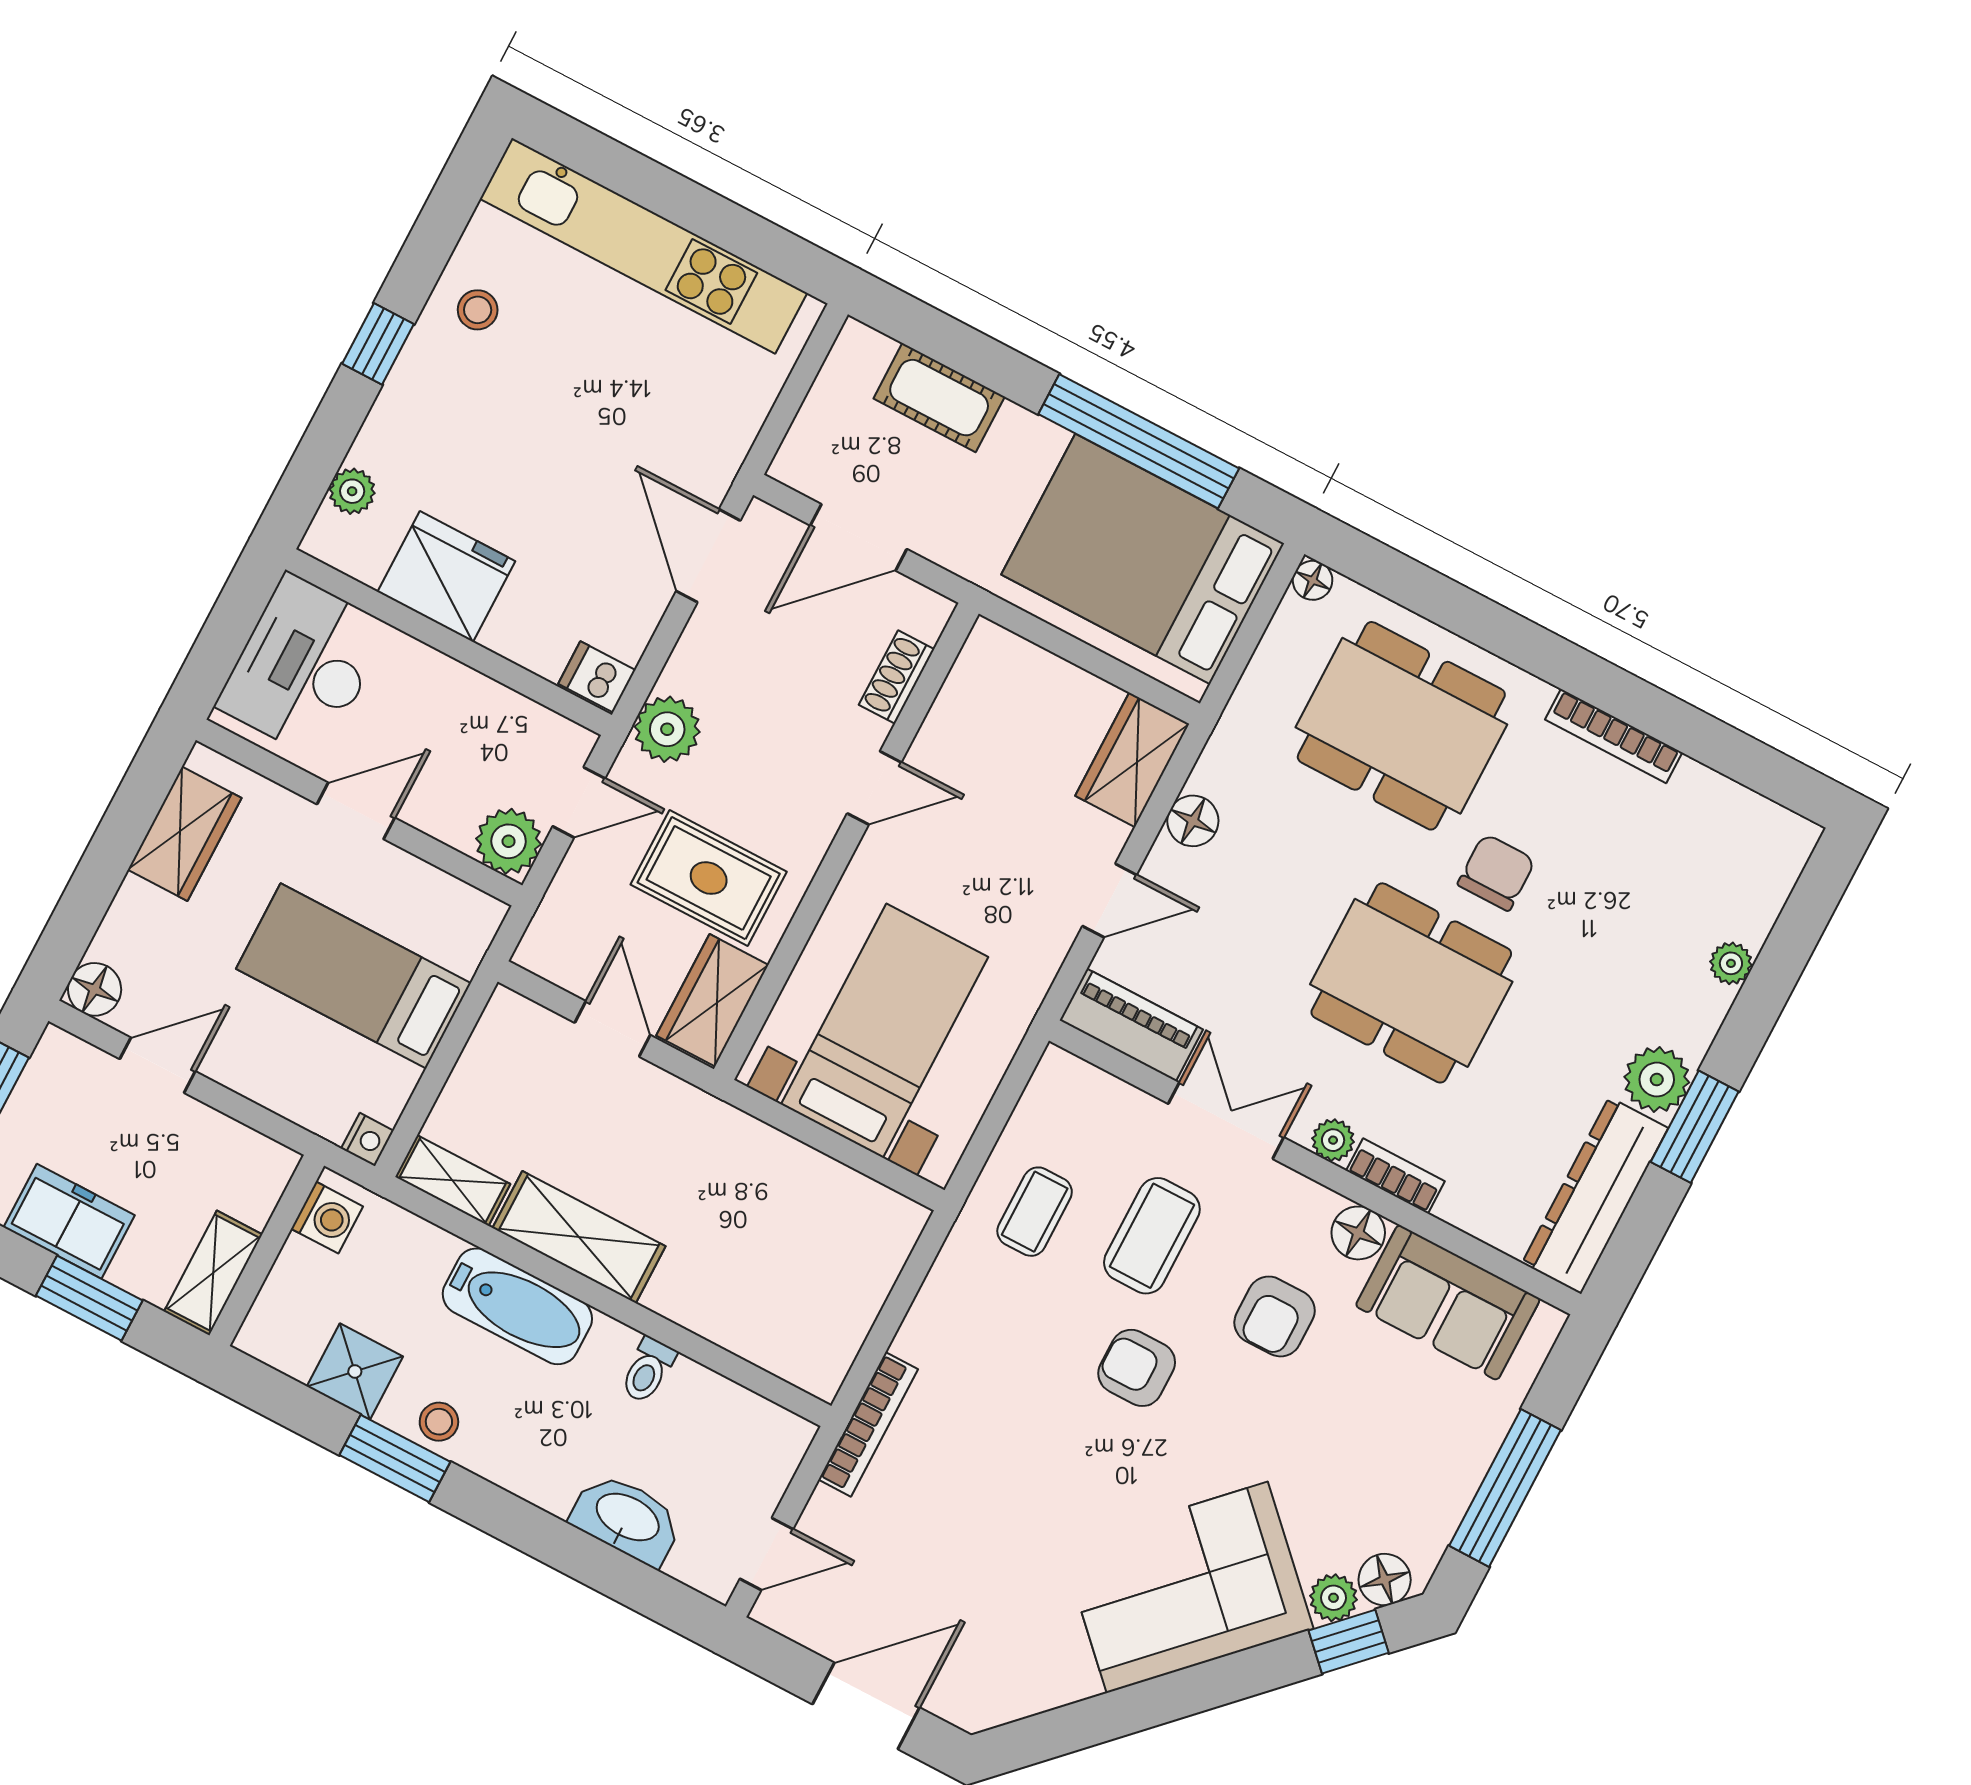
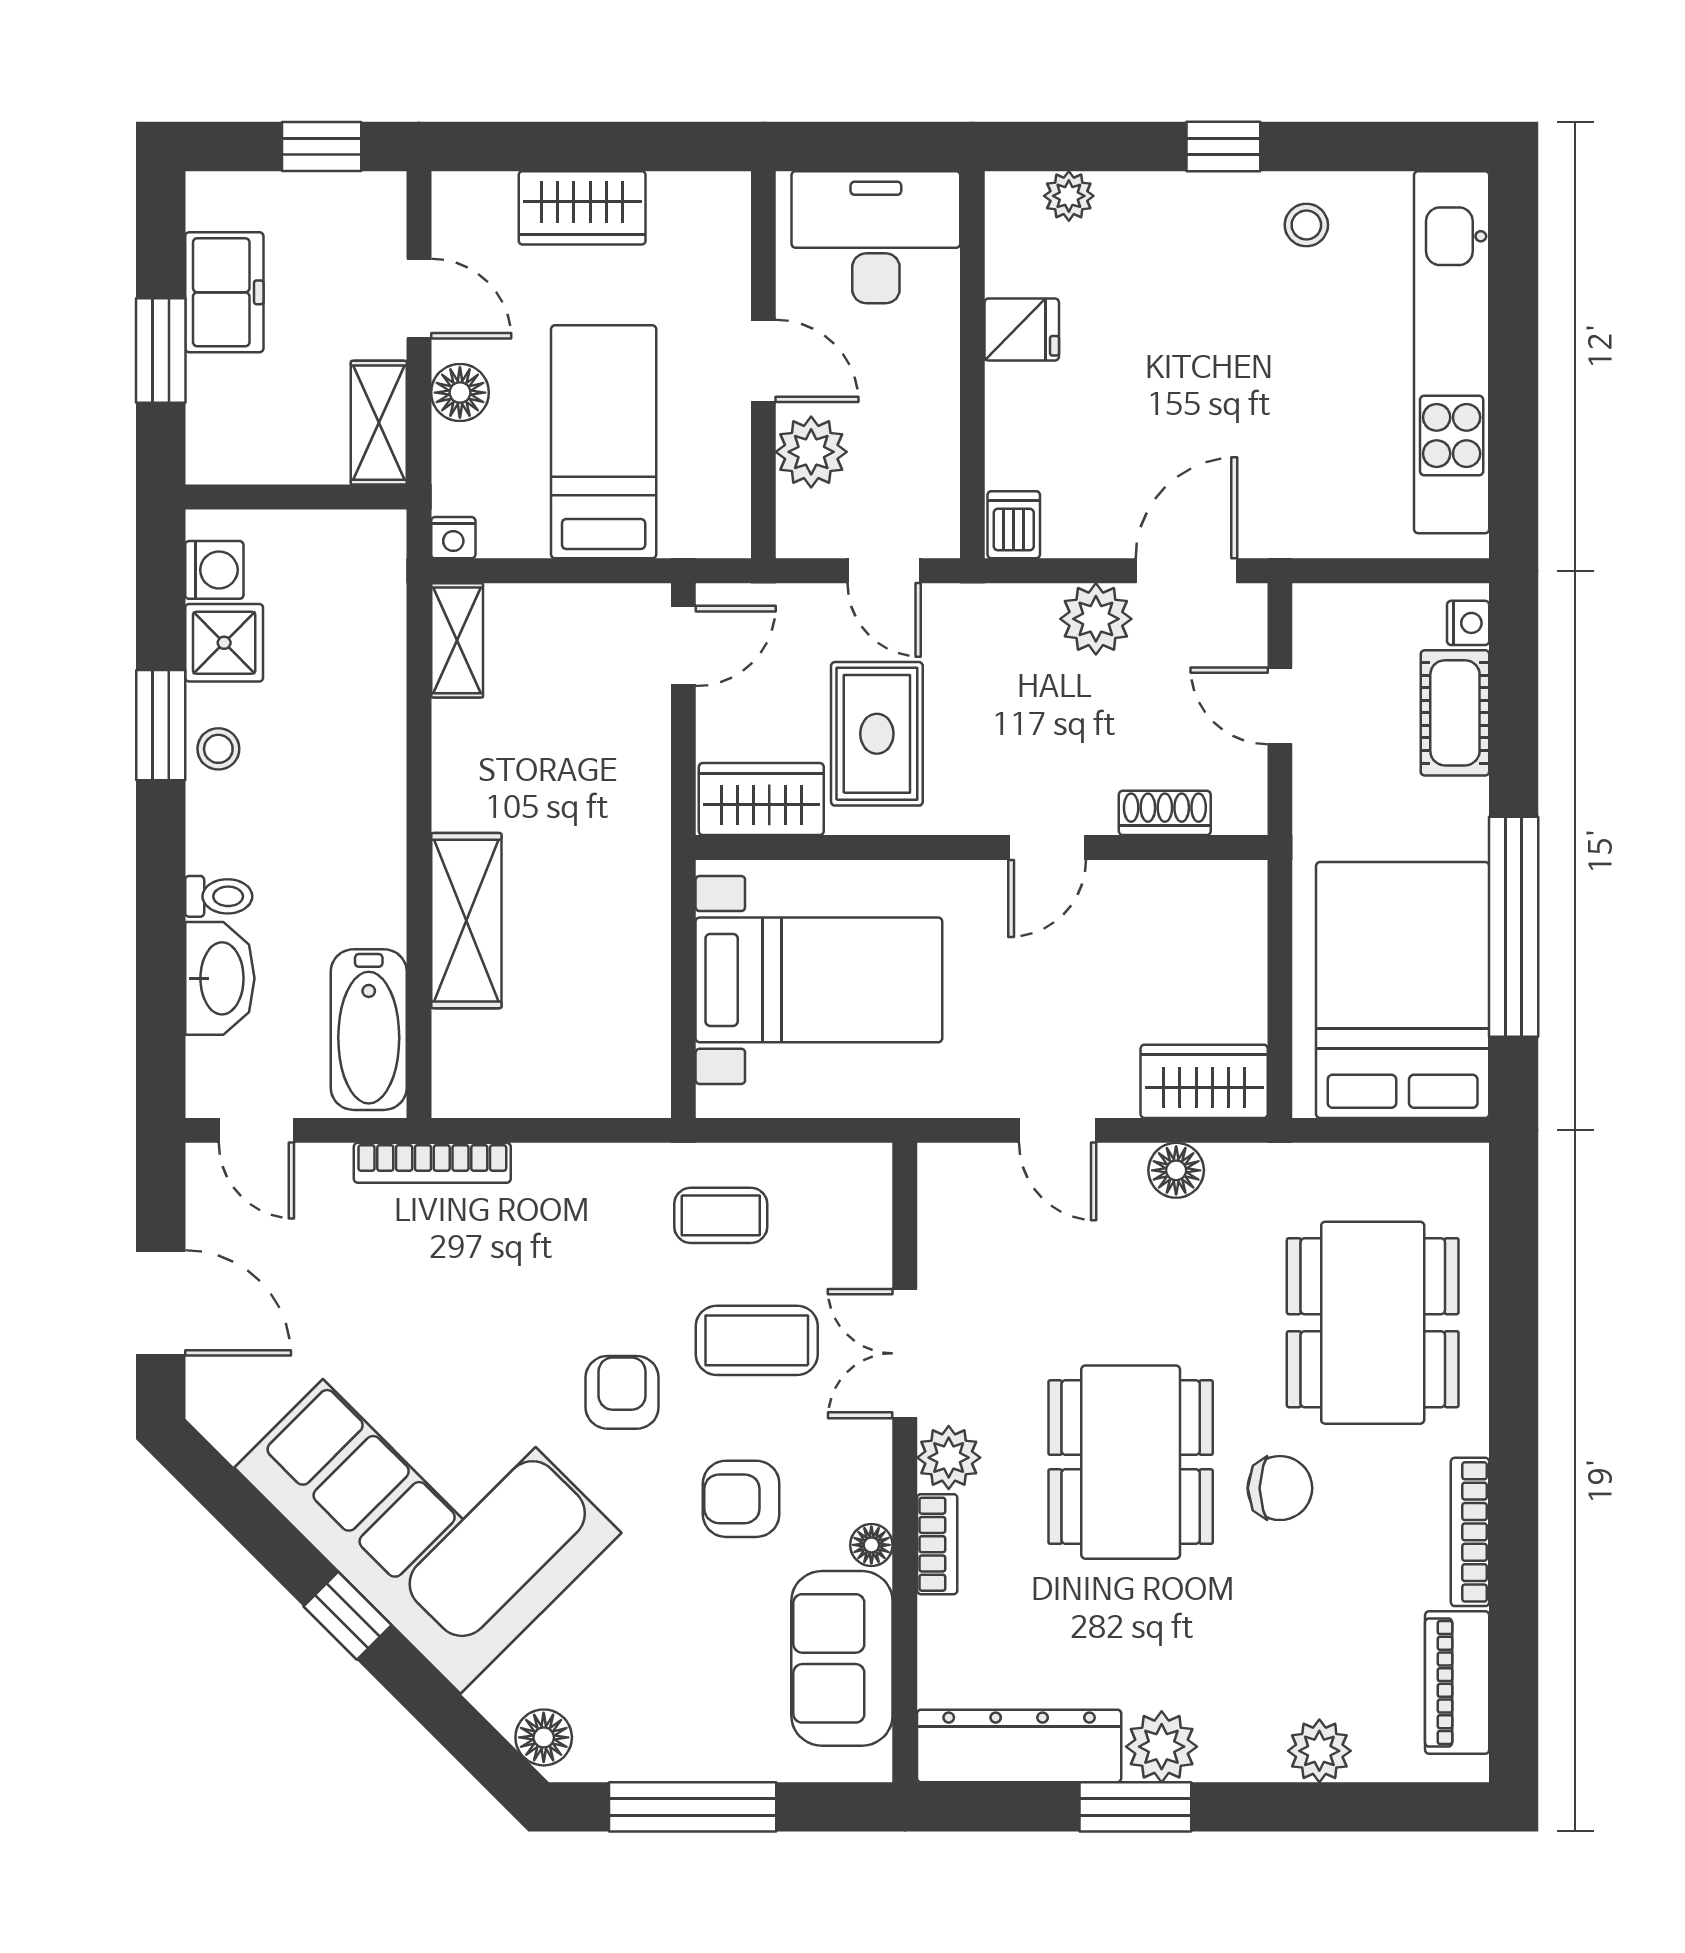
nightstand: (871, 348) -> (1468, 623), added
door: (859, 537) -> (1280, 706), width x0.73
fridge: (446, 576) -> (1022, 330), width x0.53, depth x0.75
floor lamp: (1313, 580) -> (1468, 1164), removed
plant: (667, 729) -> (1096, 619), moved
door: (874, 788) -> (1047, 848), hinge flipped
wardrobe: (185, 834) -> (582, 208), moved
plant: (509, 841) -> (811, 452), moved
plant: (1731, 963) -> (1319, 1751), width x1.38, depth x1.38
floor lamp: (95, 989) -> (460, 393), moved
piano: (1131, 1025) -> (1457, 1682), moved, turned 180
door: (613, 1029) -> (683, 646), moved
double door: (1226, 1121) -> (905, 1353), swing flipped
plant: (1333, 1140) -> (949, 1458), width x1.38, depth x1.38
washing machine: (327, 1218) -> (214, 570), moved, turned -90
floor lamp: (1358, 1233) -> (871, 1545), width x0.73, depth x0.73
shelving: (579, 1237) -> (466, 921), moved
shelving: (213, 1273) -> (379, 423), moved, turned 90
bathtub: (517, 1306) -> (369, 1030), moved
toilet: (648, 1370) -> (219, 896), moved, turned 180
corner sofa: (1187, 1587) -> (428, 1500), width x1.36, depth x1.36
plant: (1333, 1598) -> (500, 1697), removed
window: (1349, 1642) -> (348, 1616), moved

